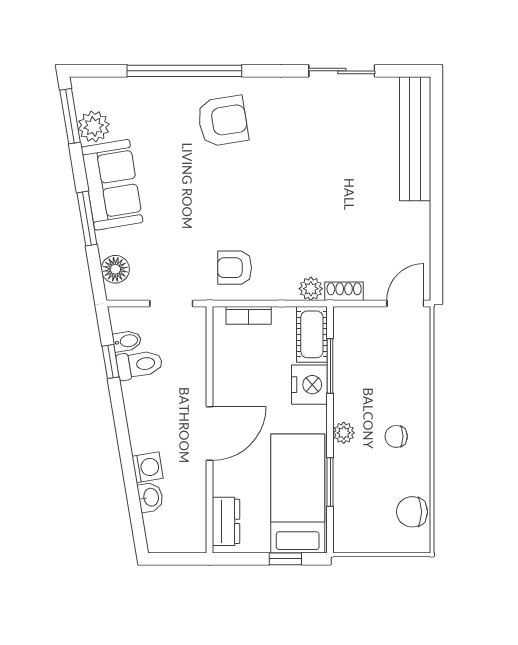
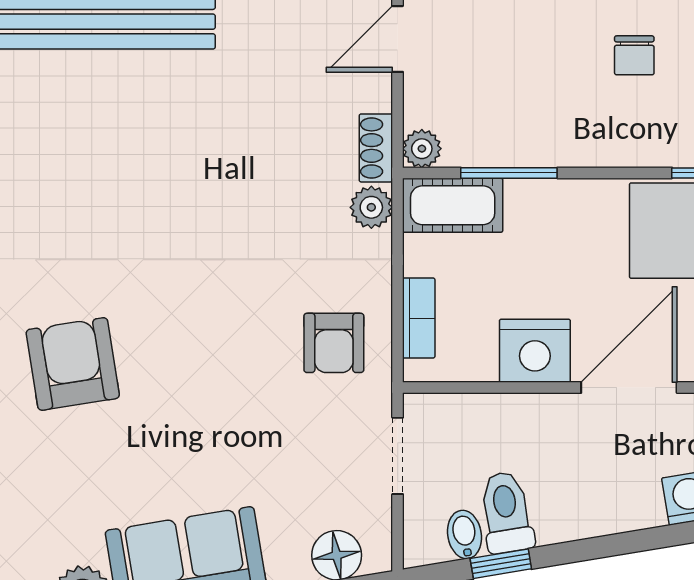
door: (405, 303) -> (398, 39), hinge flipped
nightstand: (309, 385) -> (535, 351), moved, turned 180
door: (209, 433) -> (629, 388), hinge flipped
plant: (344, 433) -> (422, 149), moved

